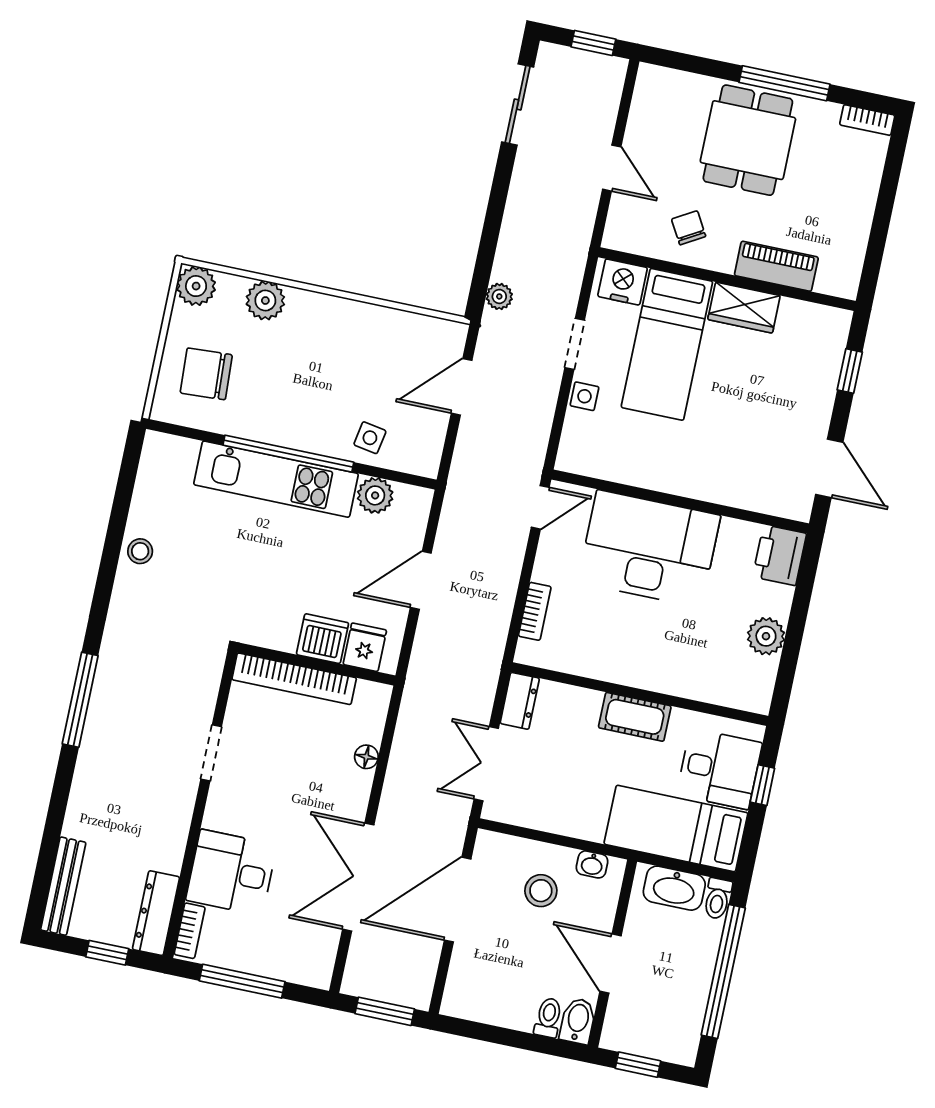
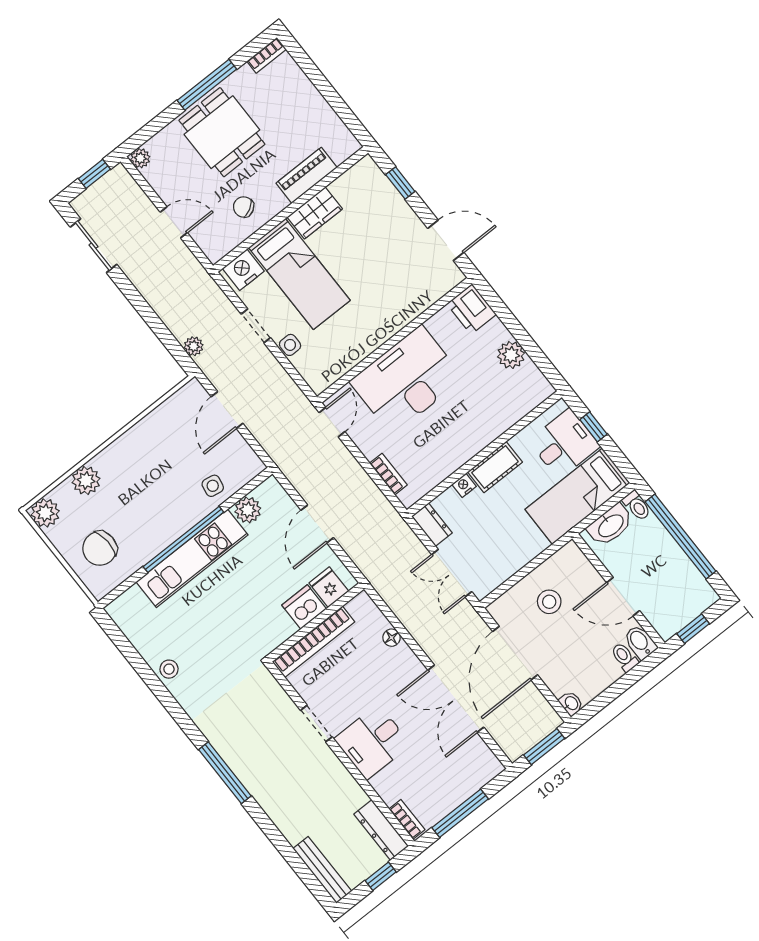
plant: (650, 77) -> (140, 158), added
nightstand: (589, 700) -> (464, 485), added
washbasin: (592, 864) -> (571, 703), moved, turned -90
desk: (231, 873) -> (372, 742), moved

